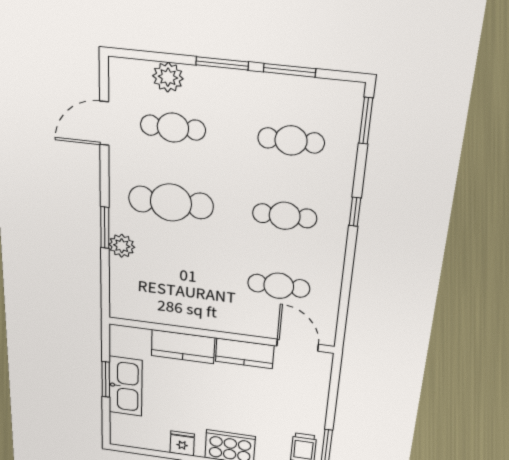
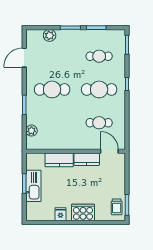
cafe table: (173, 128) -> (52, 56), removed
cafe table: (285, 216) -> (99, 89), width x1.37, depth x1.35
plant: (122, 246) -> (31, 131), moved

